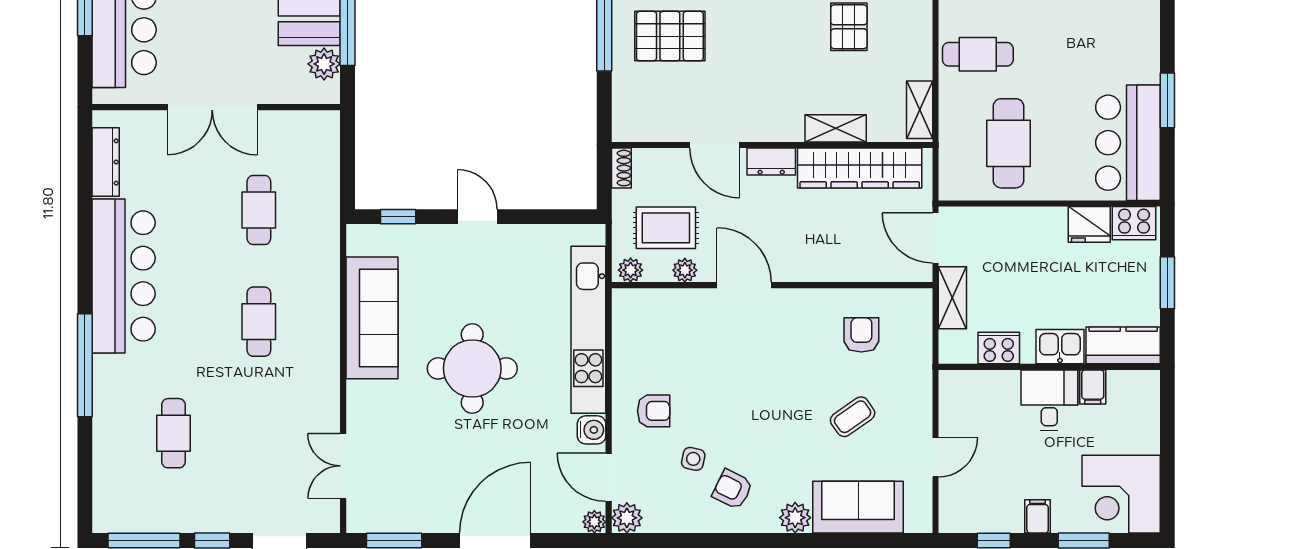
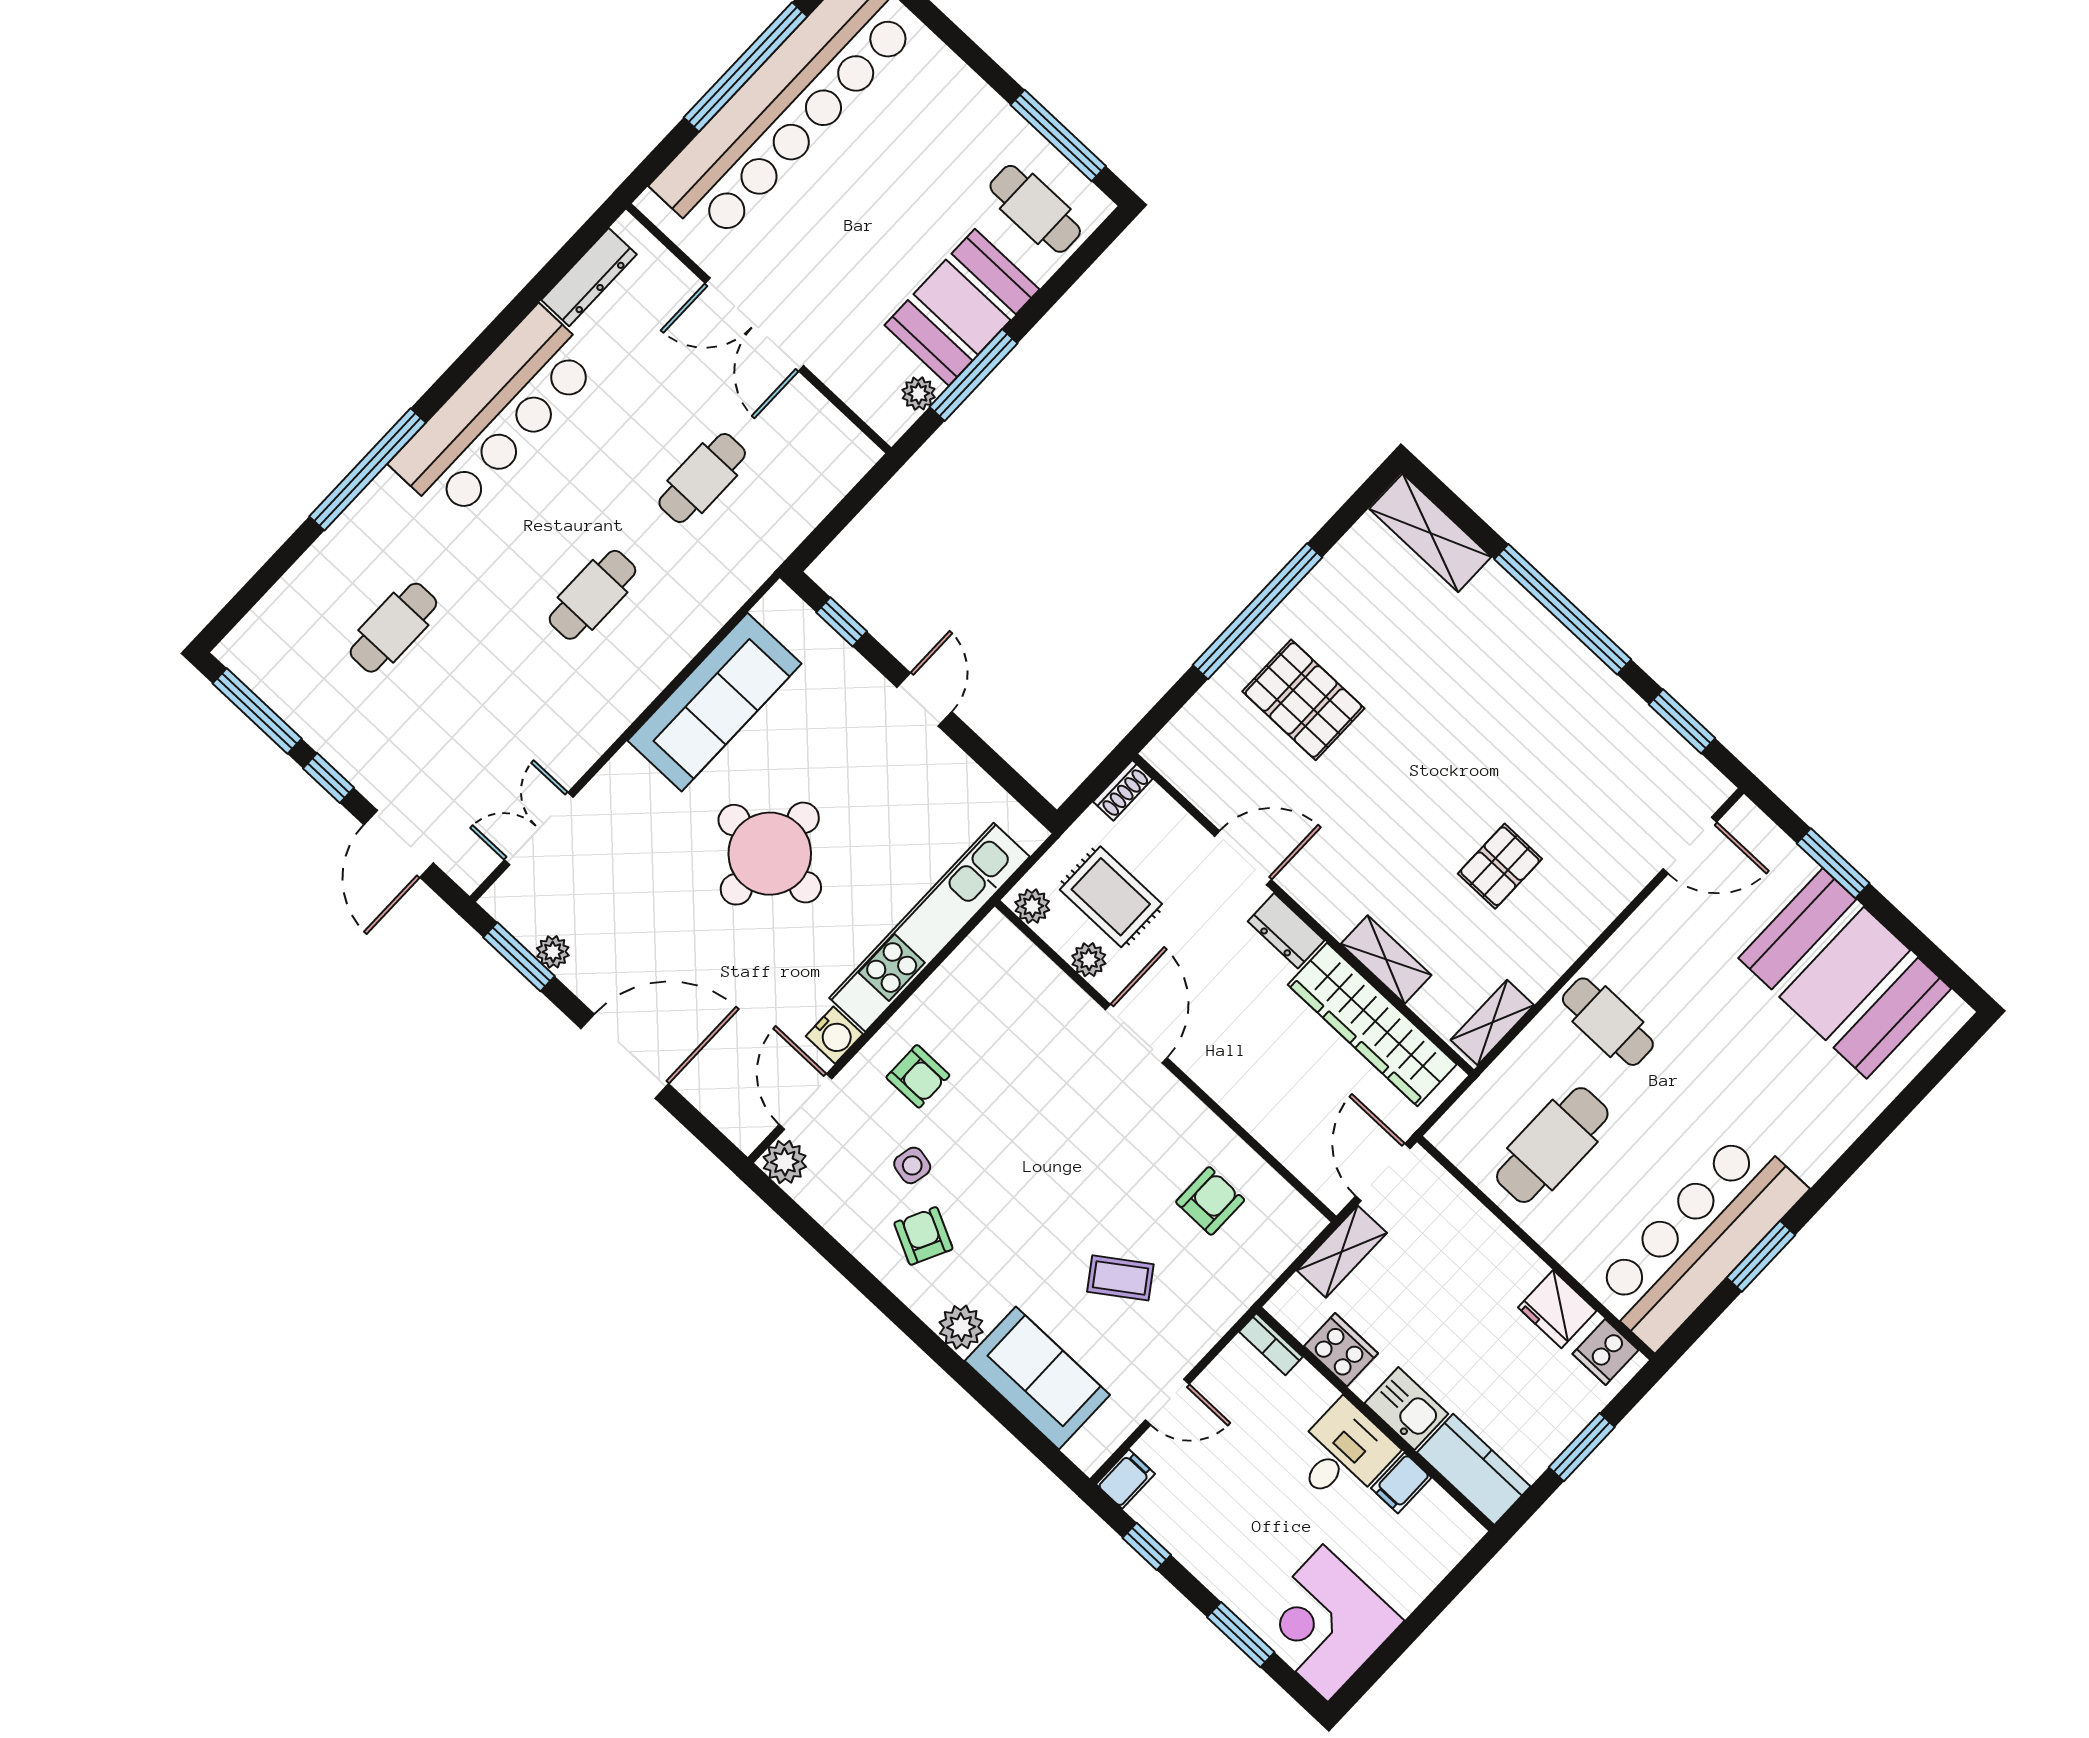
plant: (324, 64) -> (919, 394), width x0.73, depth x0.73
bar counter: (1128, 143) -> (1699, 1240), width x1.36
door: (715, 145) -> (1243, 858), swing flipped
cooker: (1134, 223) -> (1605, 1352), width x0.73
bookcase: (961, 379) -> (1271, 1344), added
filing cabinet: (1038, 516) -> (1125, 1479), moved
plant: (594, 522) -> (553, 952), moved

